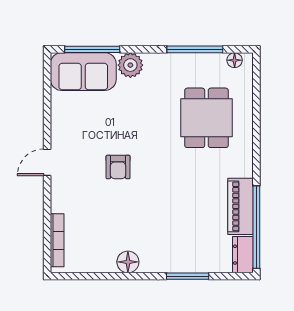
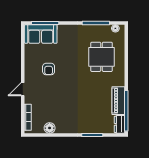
plant: (130, 65) -> (64, 31), removed
door: (47, 162) -> (23, 89), moved
armchair: (118, 167) -> (49, 69), moved
floor lamp: (128, 262) -> (50, 128), moved

